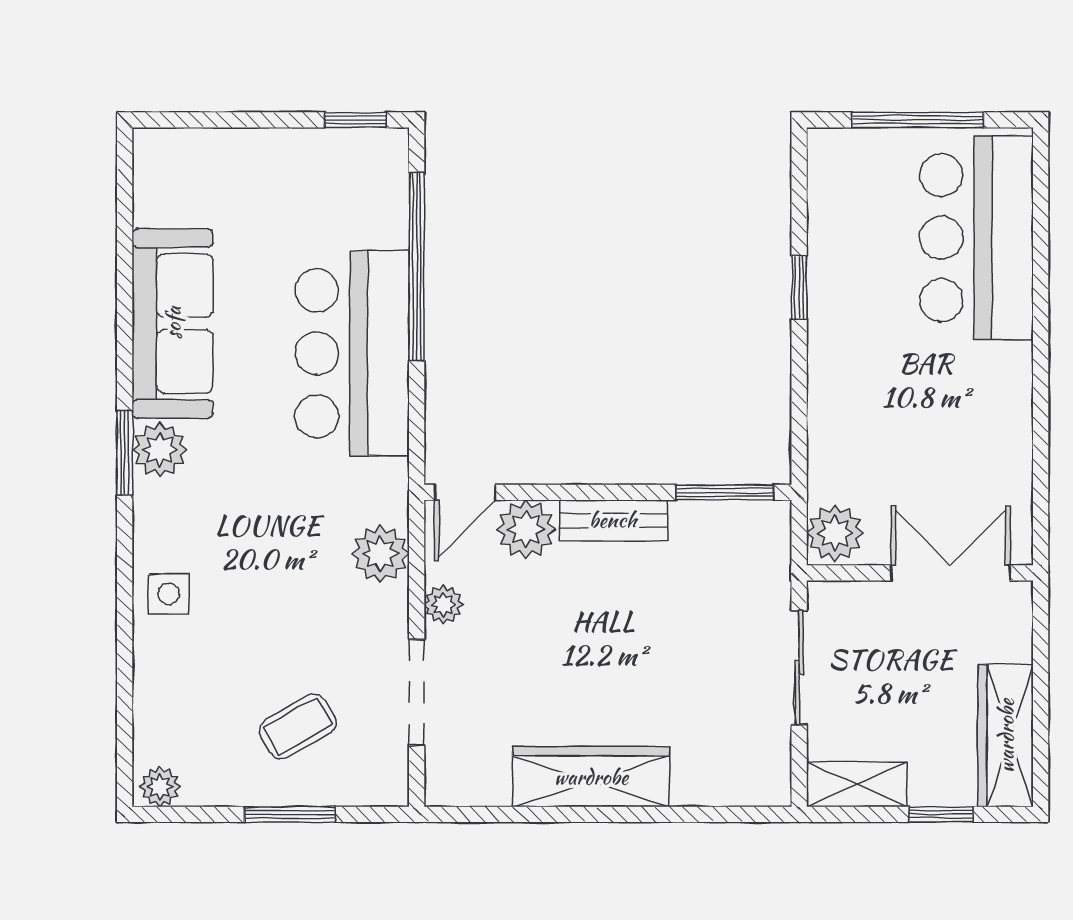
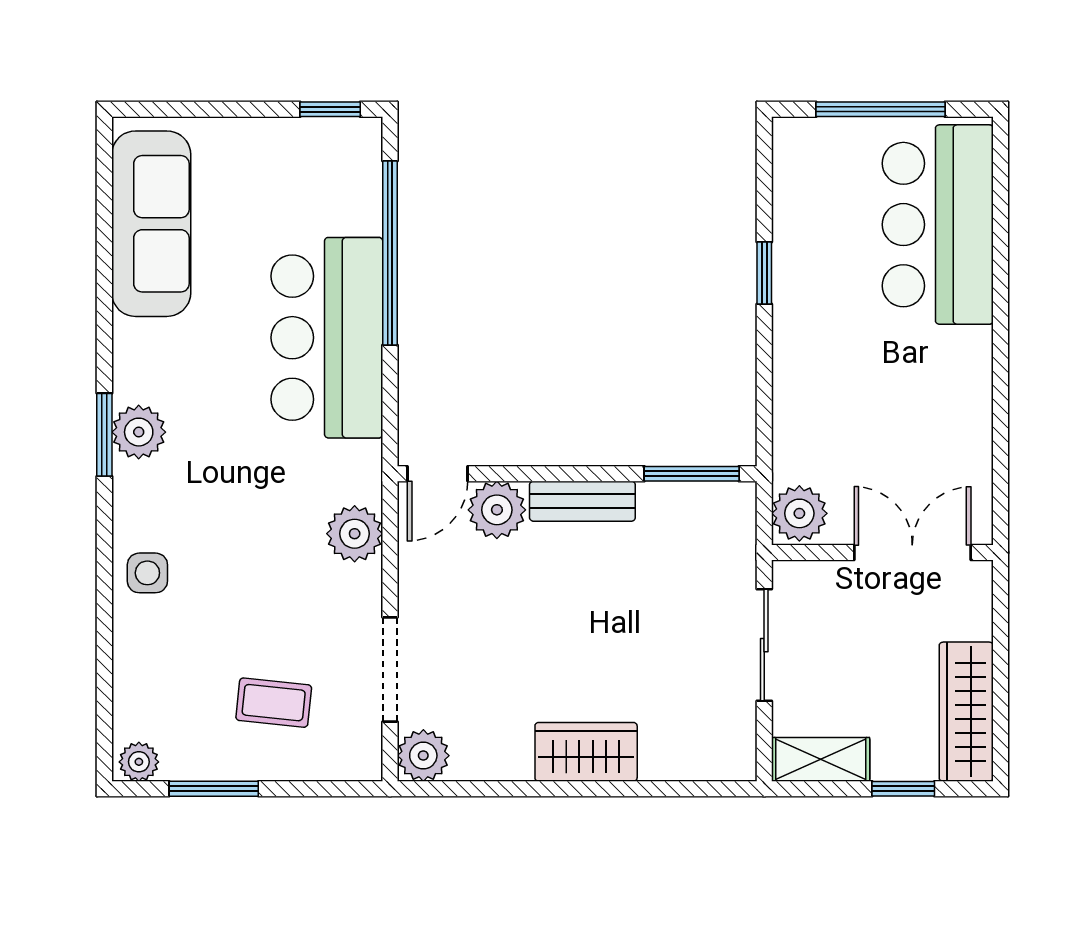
sofa: (173, 323) -> (151, 224), moved
plant: (443, 604) -> (423, 756), moved, width x1.38, depth x1.38
coffee table: (298, 726) -> (274, 703), turned 36
wardrobe: (591, 777) -> (586, 752), width x0.67
window: (290, 814) -> (214, 789), moved

